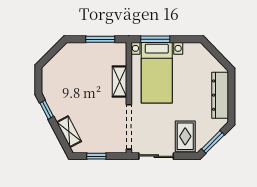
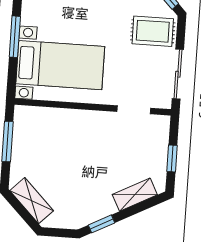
window: (155, 39) -> (15, 37), moved
shelving: (119, 82) -> (32, 201), moved, turned 45
doorway: (129, 127) -> (134, 110), width x0.53

